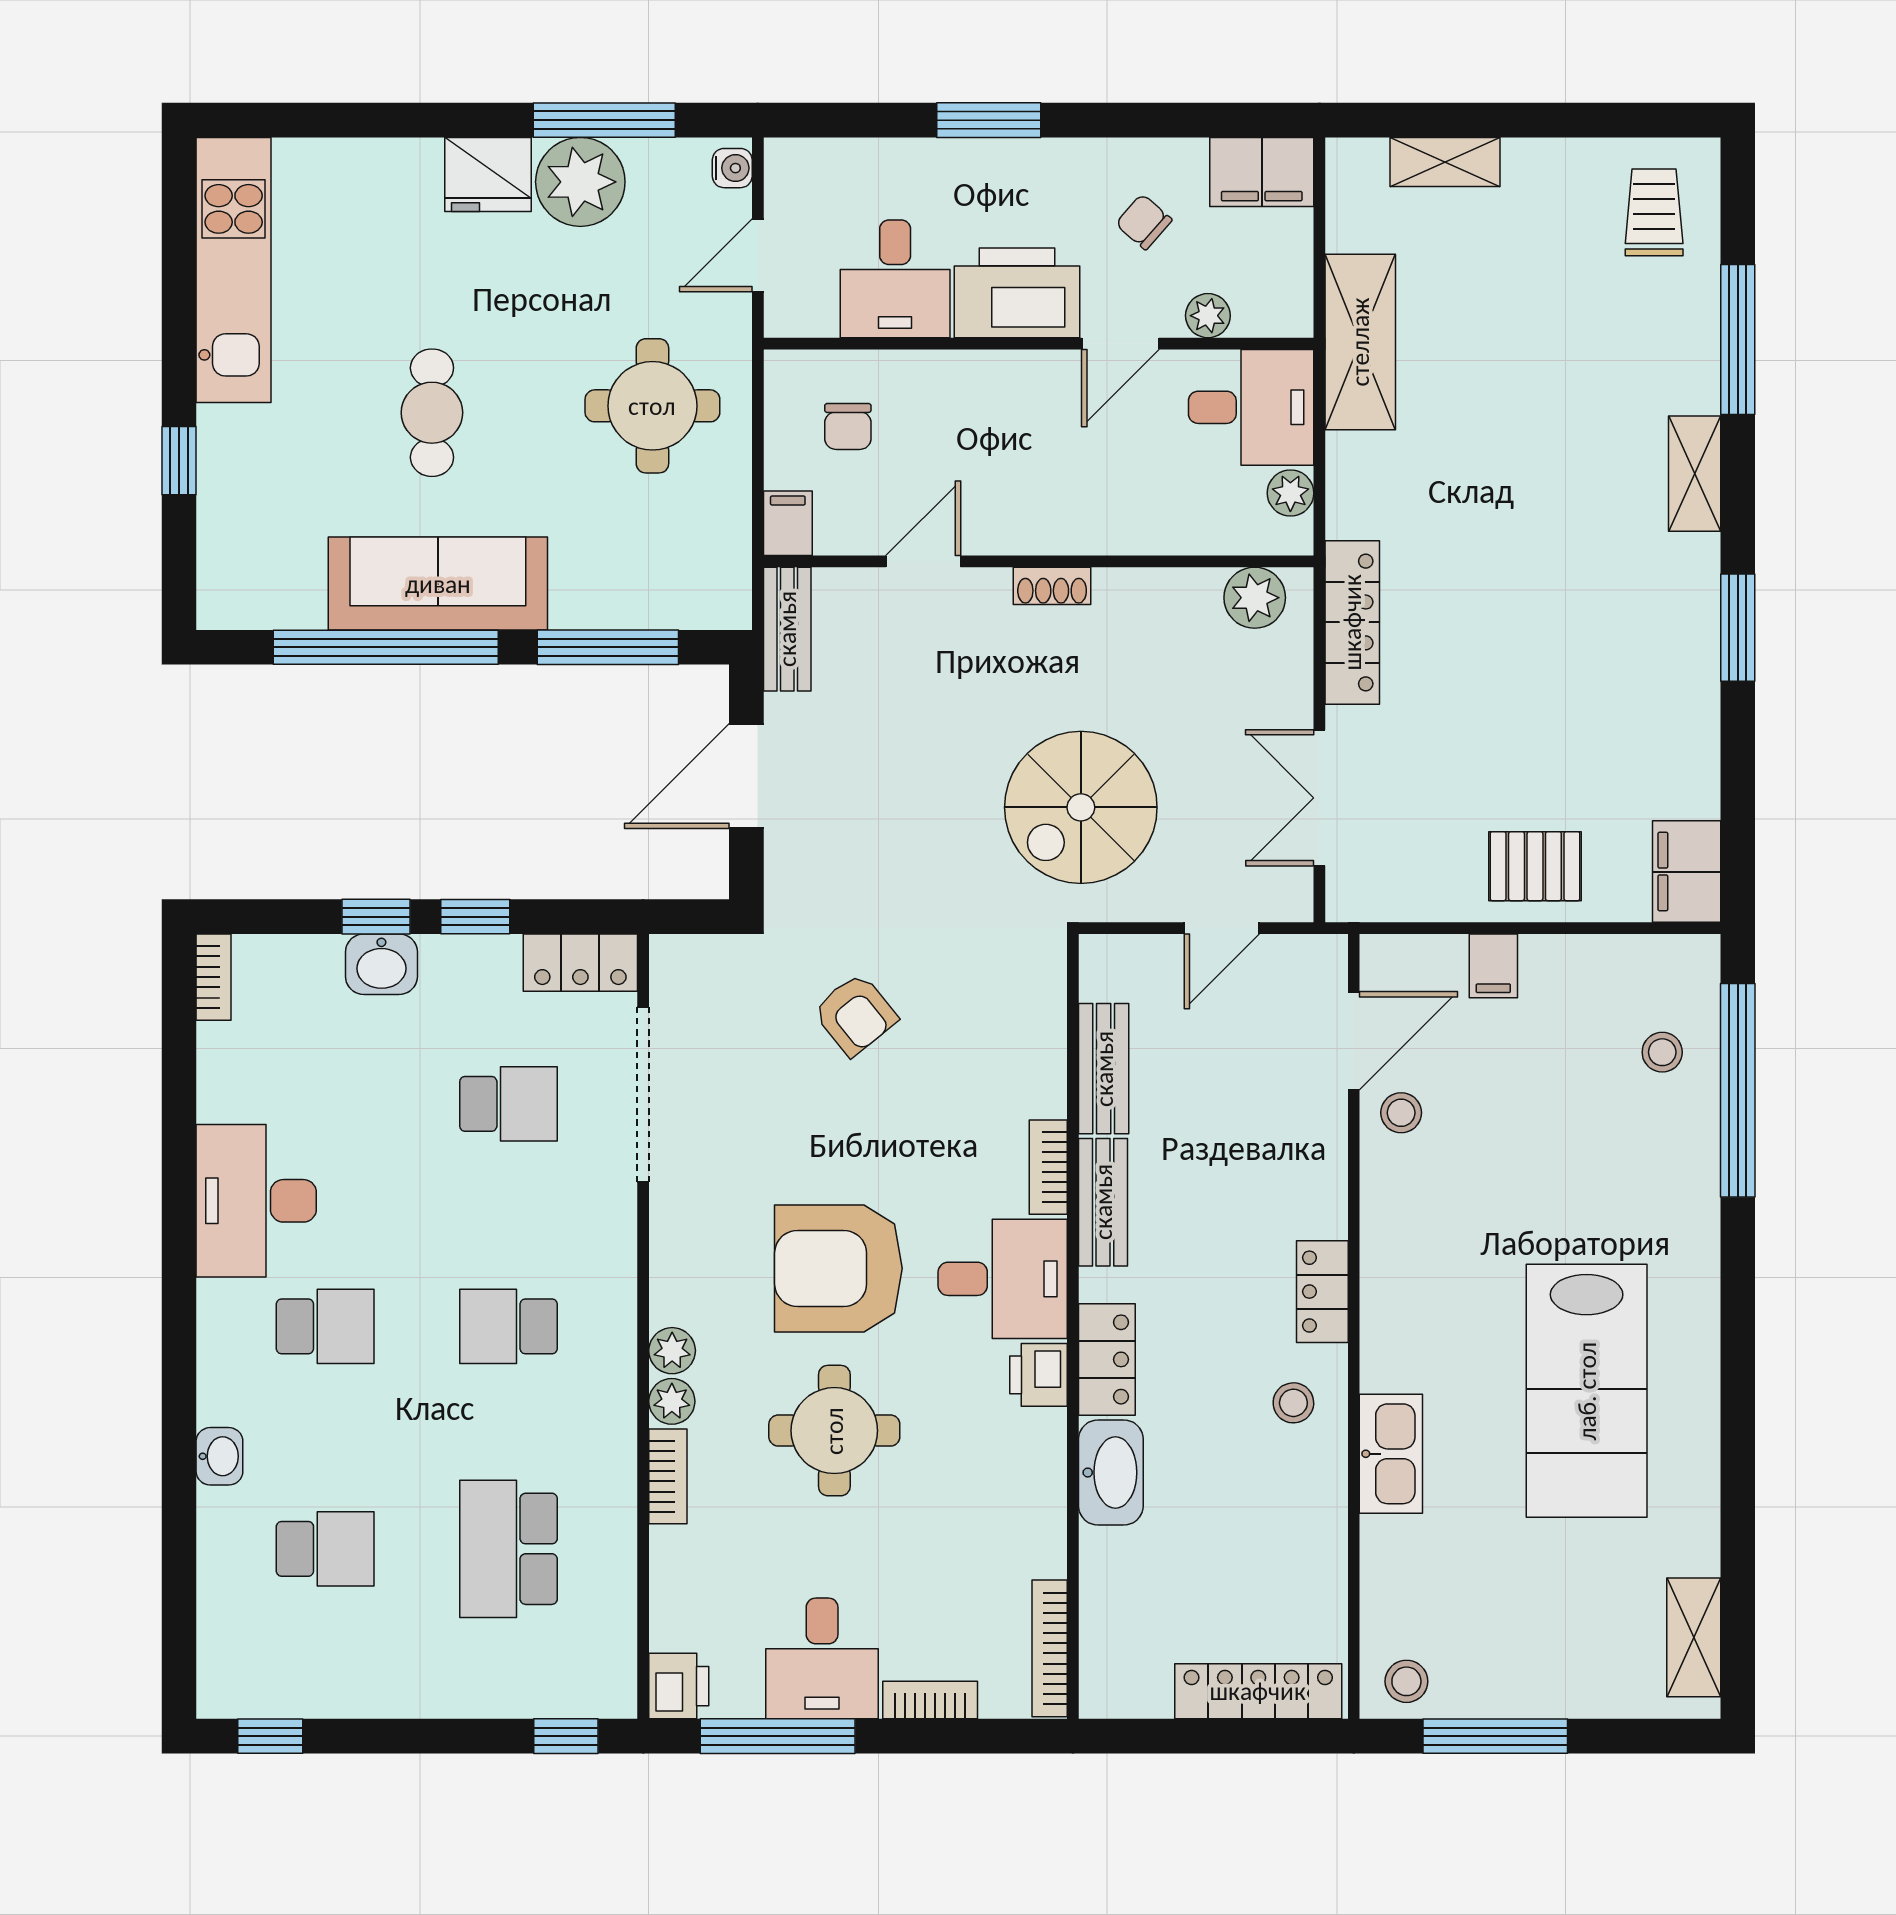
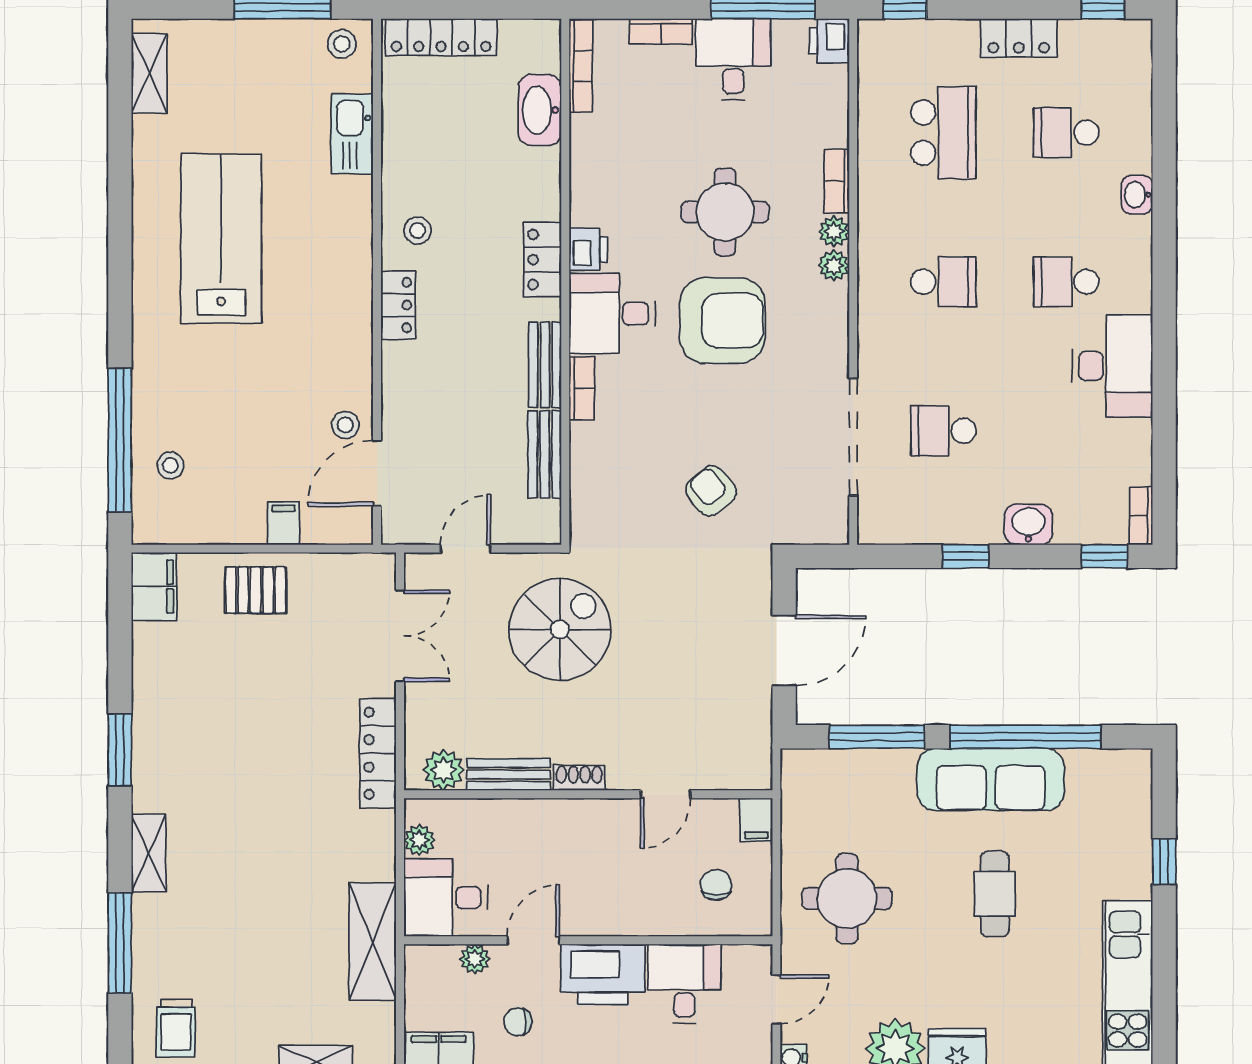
chair: (1144, 222) -> (518, 1022), turned 139
bench: (787, 629) -> (509, 775), moved, turned 90
window: (376, 917) -> (1104, 556), moved
locker: (580, 963) -> (1019, 38), moved, turned 180
kitchen sink: (1391, 1454) -> (352, 134), moved
washbasin: (1111, 1473) -> (540, 110), moved

